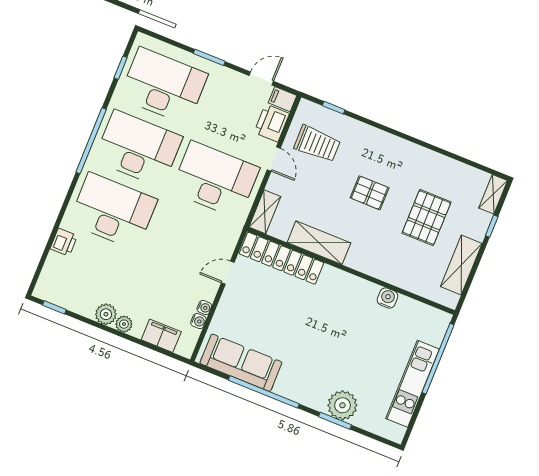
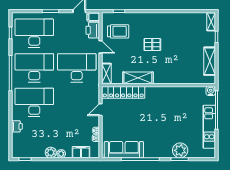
pallet: (427, 218) -> (184, 45), removed
water cooler: (387, 298) -> (211, 91), moved

